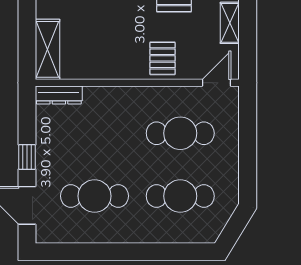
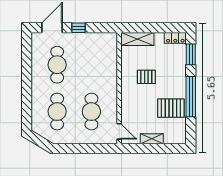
pallet: (163, 58) -> (146, 77), moved
dresser: (59, 95) -> (112, 45), removed

